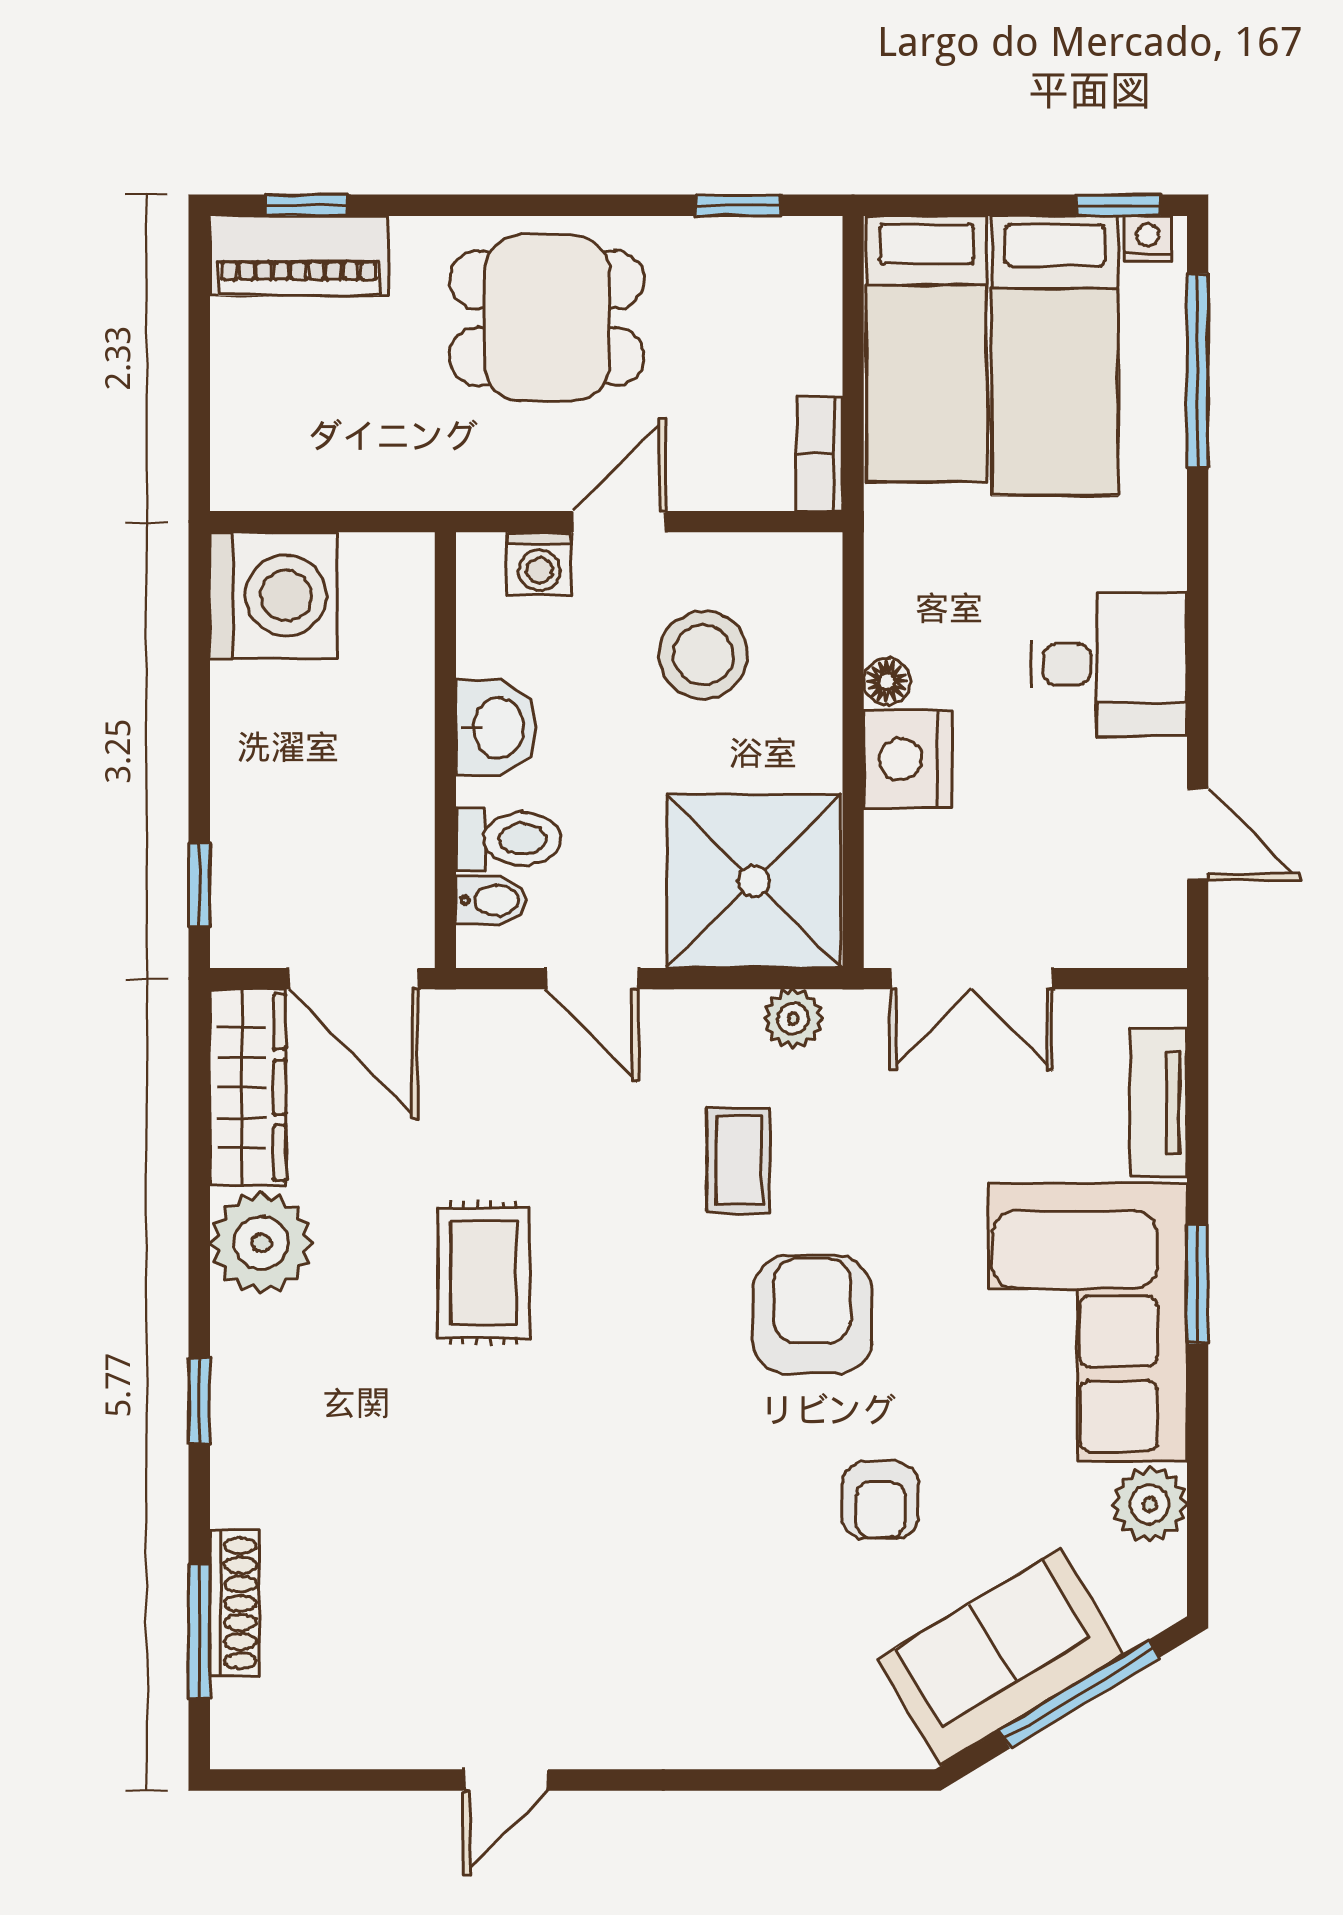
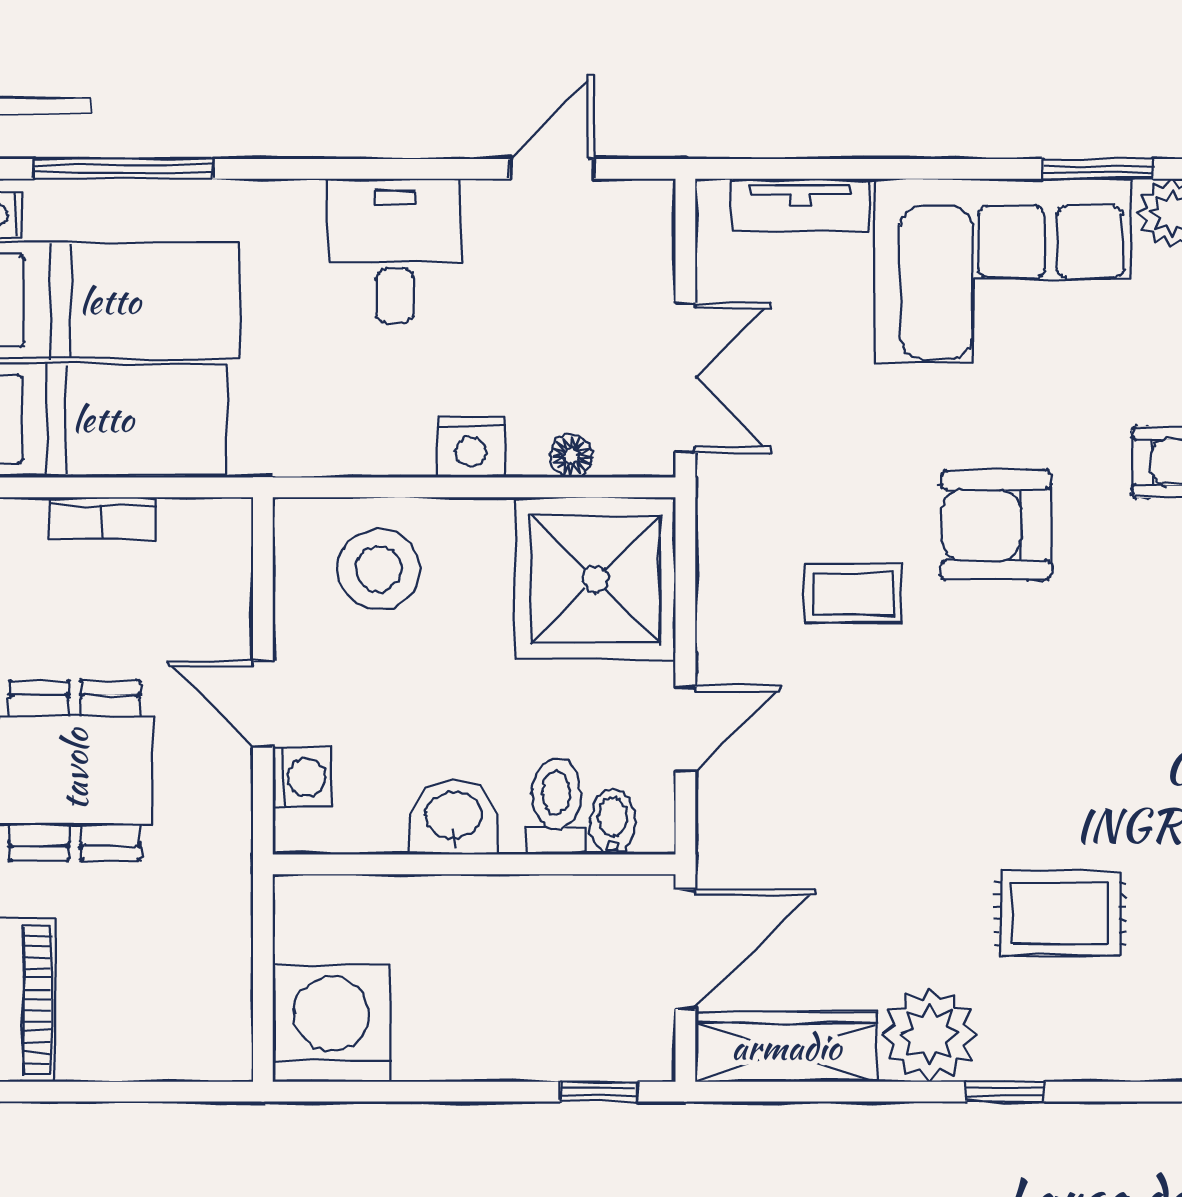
bookcase: (820, 454) -> (103, 518), moved
stool: (703, 655) -> (379, 569), moved
floor lamp: (887, 681) -> (571, 456), moved
nightstand: (908, 759) -> (471, 447), width x0.74, depth x0.75
plant: (793, 1019) -> (722, 543), removed
rug: (484, 1273) -> (1060, 913), moved
window: (1198, 1284) -> (1098, 169), moved
window: (199, 1401) -> (1005, 1092), moved

